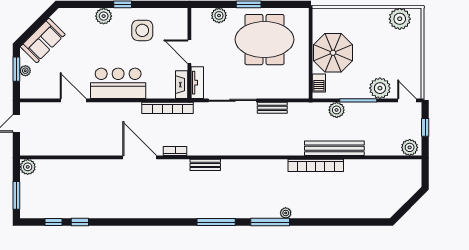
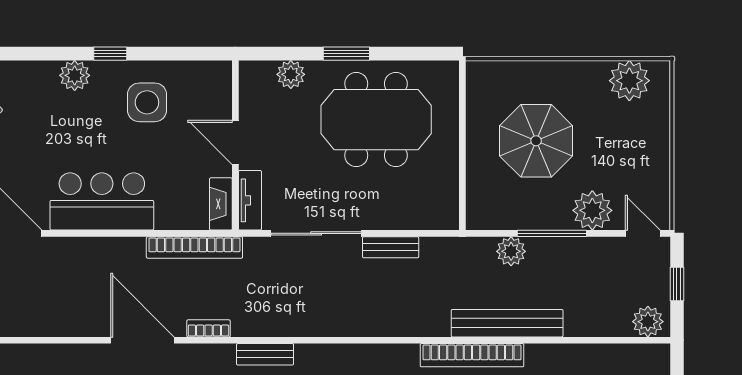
parasol: (333, 53) -> (536, 141), moved
barbecue: (319, 83) -> (478, 201), removed

